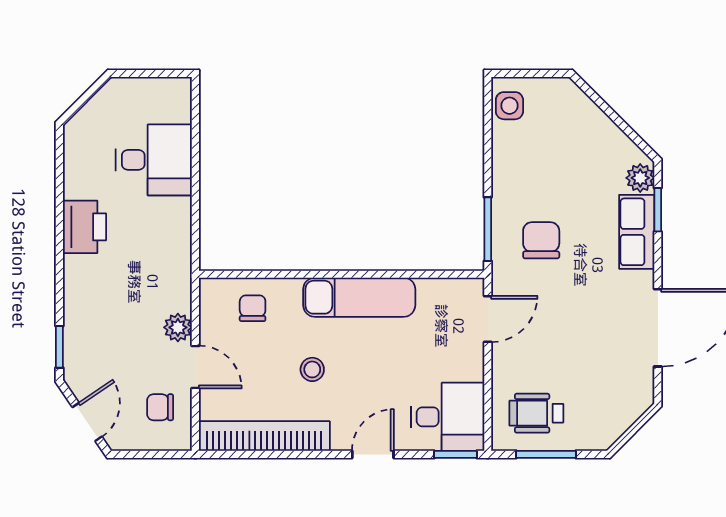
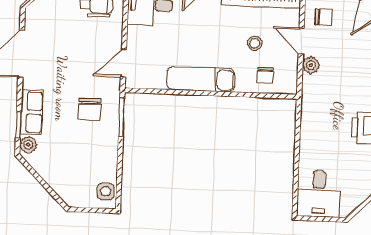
desk: (154, 160) -> (319, 194), moved, turned -90
stool: (312, 369) -> (255, 43), moved

